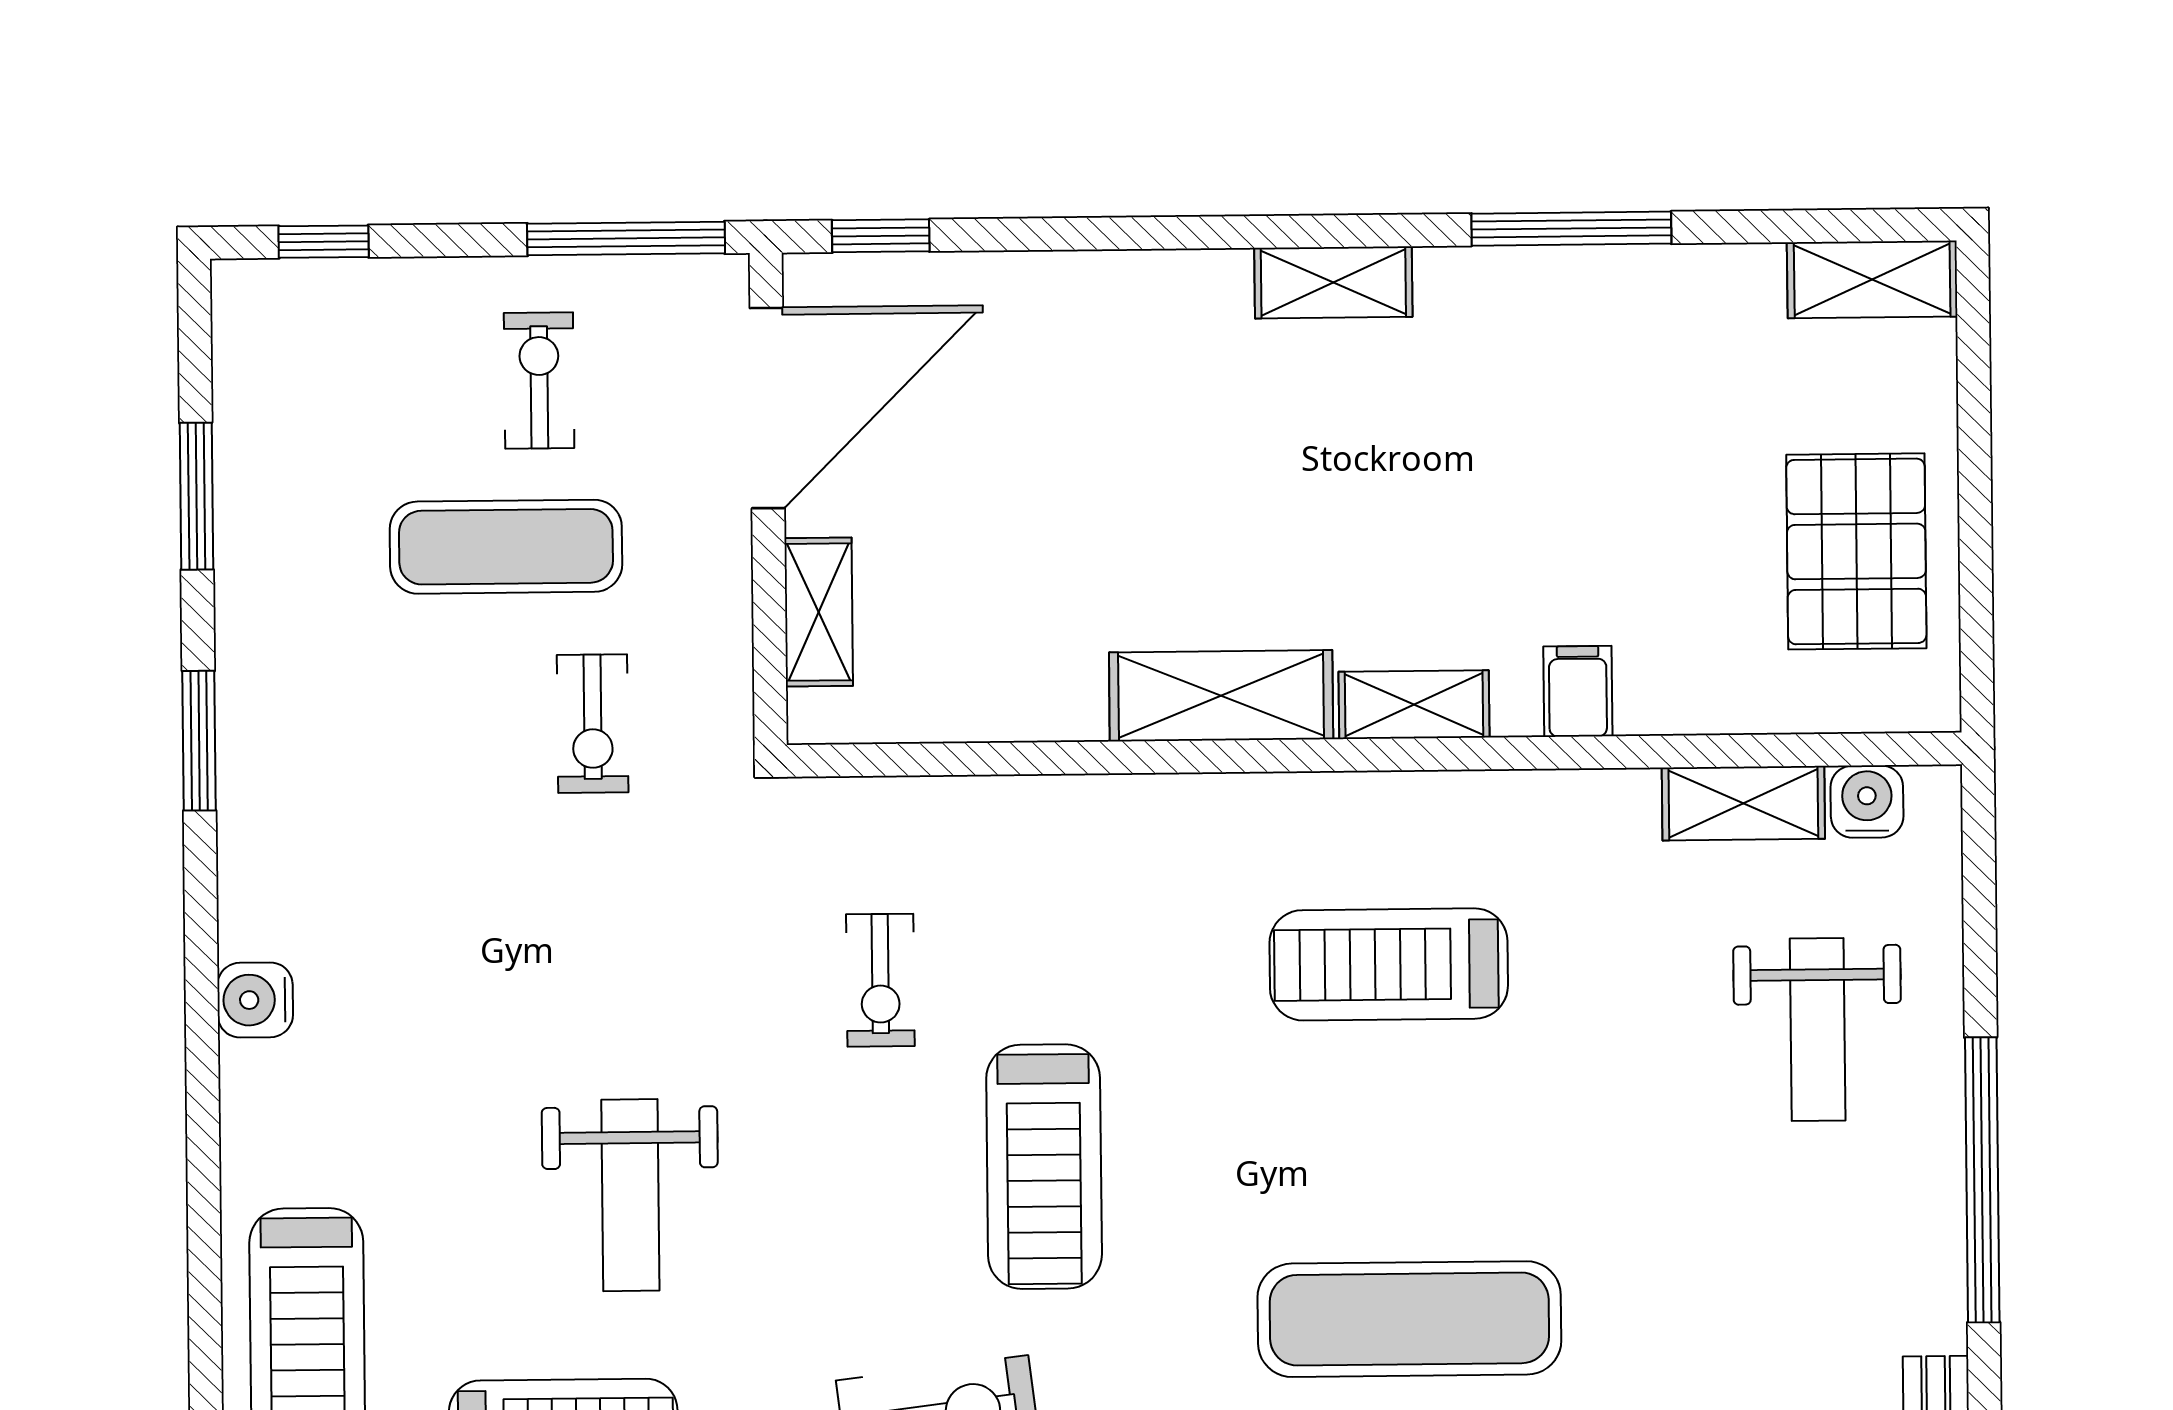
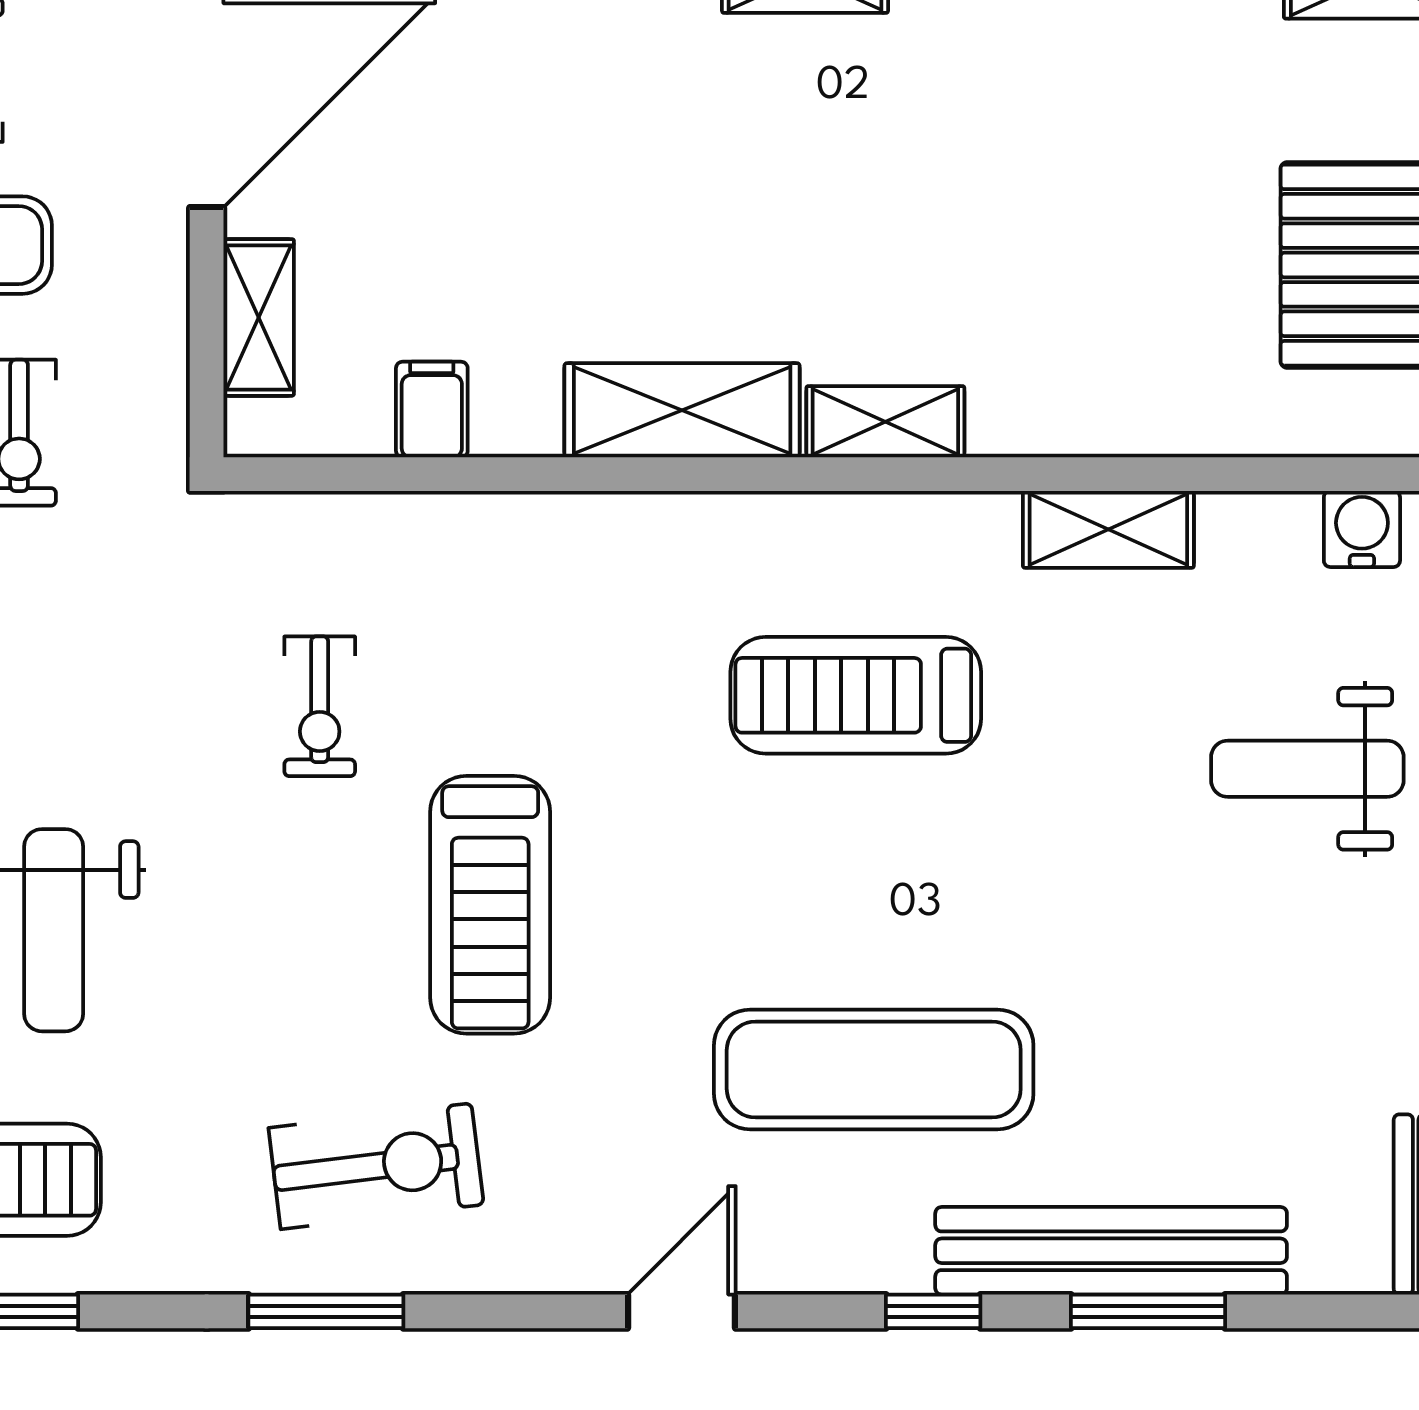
filing cabinet: (1578, 691) -> (432, 409), moved
shelving: (1743, 803) -> (1108, 529), moved
weight bench: (1818, 1030) -> (1307, 769), turned 90

